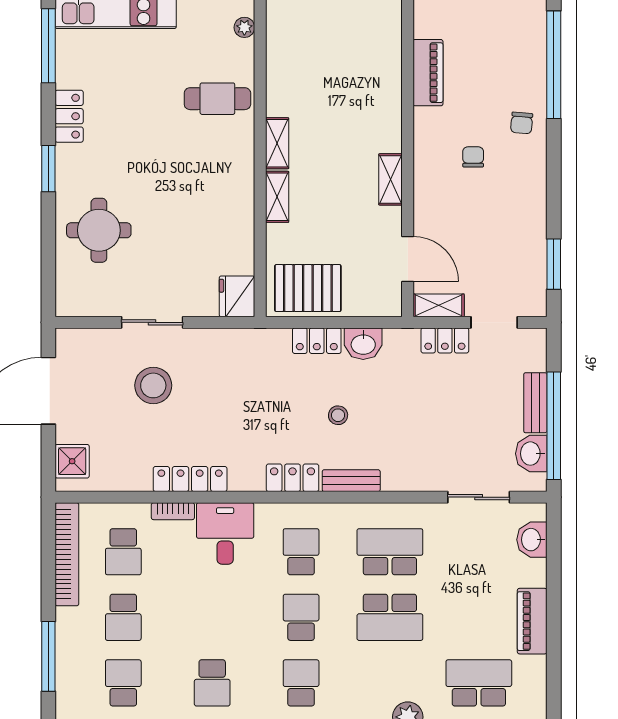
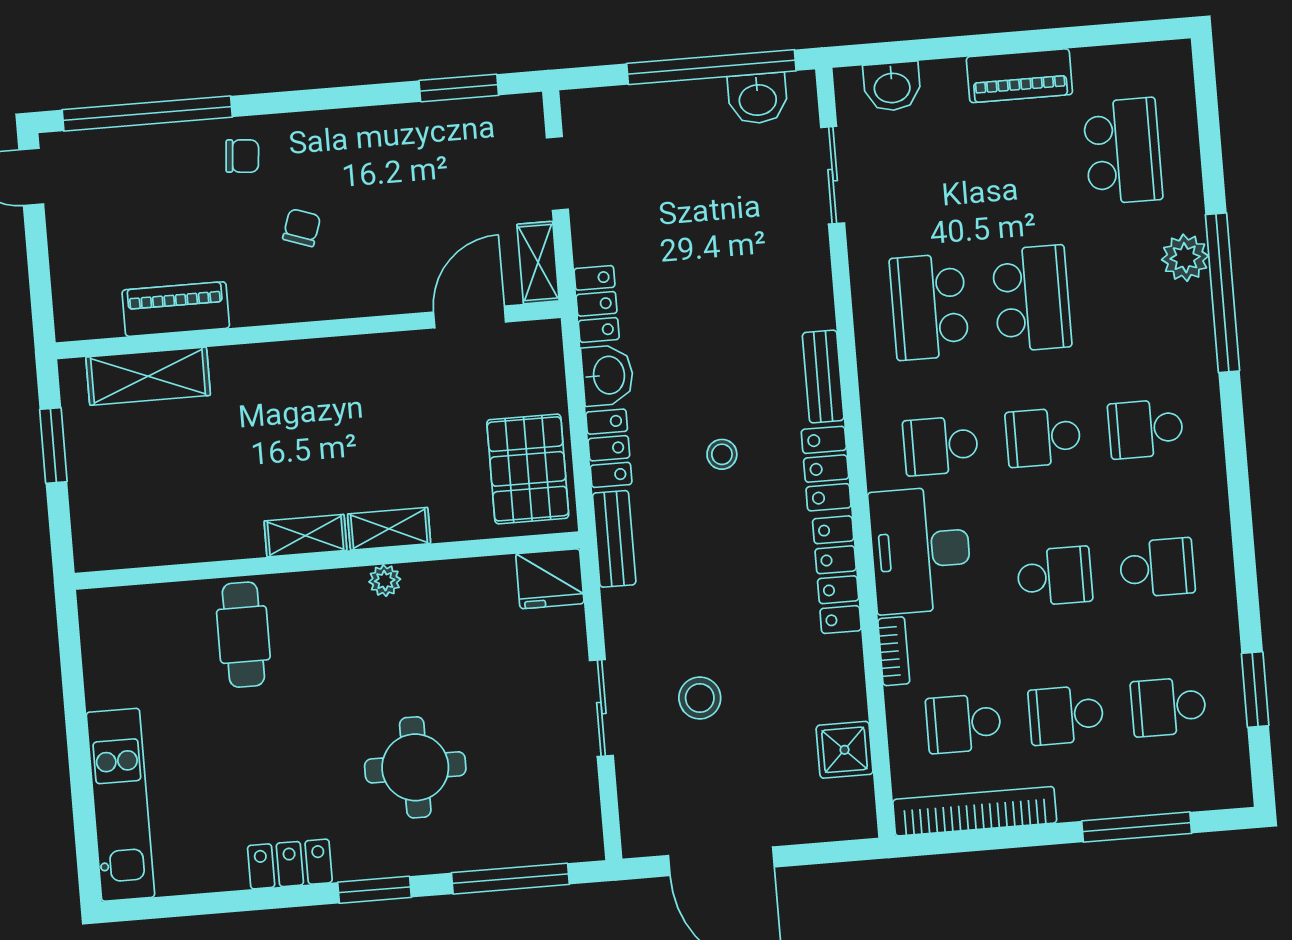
plant: (244, 27) -> (385, 581), moved
window: (48, 46) -> (510, 879), moved
chair: (473, 157) -> (302, 228), turned 109
shelving: (391, 179) -> (148, 376), moved, width x1.50, depth x1.33
round table: (99, 230) -> (415, 767), moved
locker: (445, 340) -> (597, 304), moved
stool: (153, 385) -> (700, 698), width x0.73, depth x0.73
bench: (535, 403) -> (614, 539), moved, turned 90
stool: (338, 415) -> (722, 454), moved
shower: (72, 461) -> (845, 750), moved
locker: (190, 479) -> (837, 575), moved
desk: (225, 533) -> (920, 550), width x1.37
school desk: (123, 552) -> (964, 724), turned 180
school desk: (123, 617) -> (1066, 715), turned 180
school desk: (212, 617) -> (1055, 576), added
school desk: (479, 683) -> (1123, 151), turned 180

